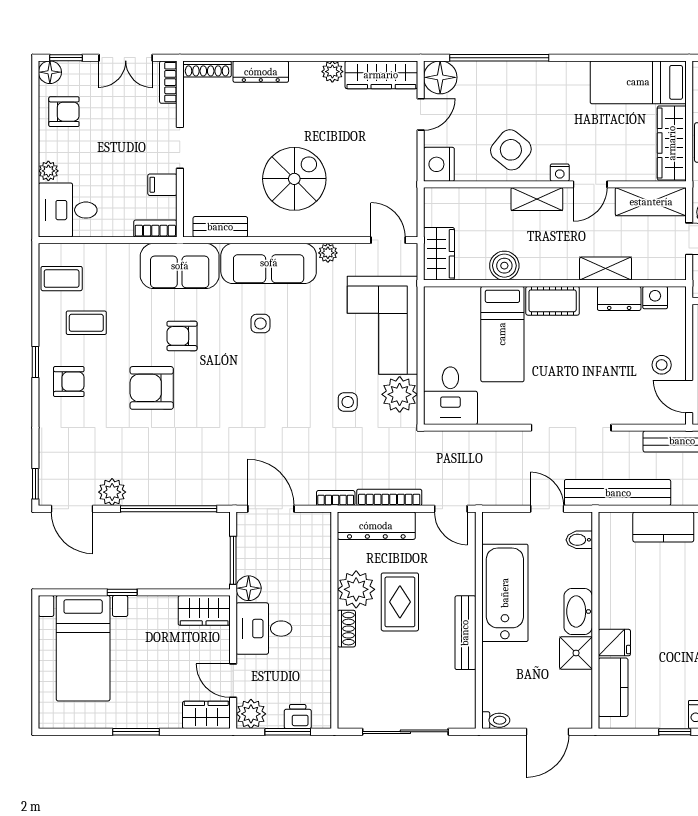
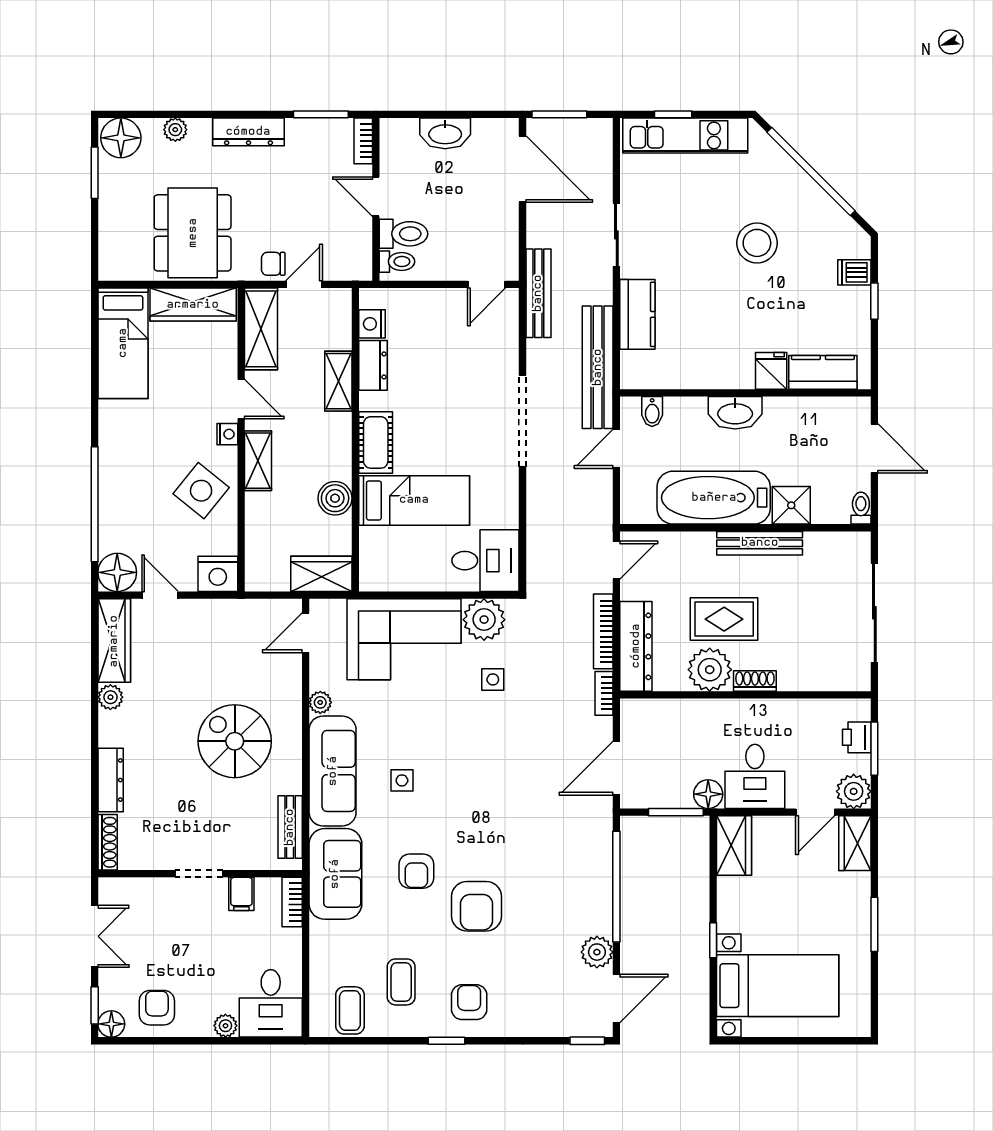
bookcase: (168, 82) -> (123, 887), removed
stool: (662, 365) -> (450, 316), removed
shower: (576, 653) -> (791, 505), moved

